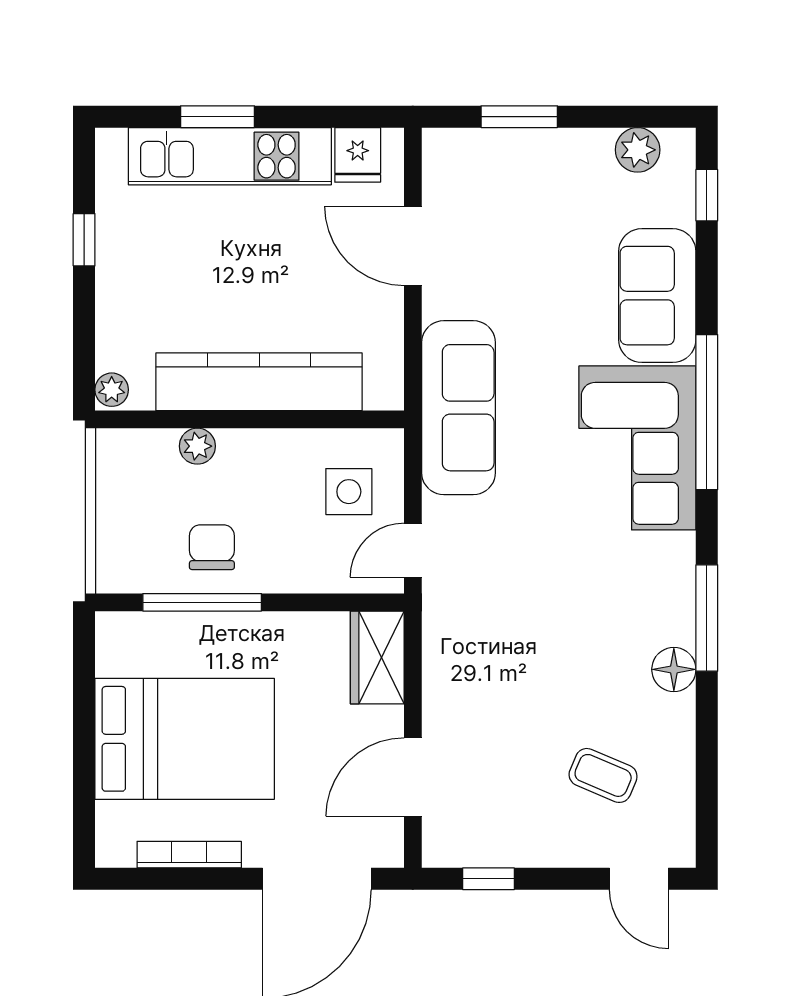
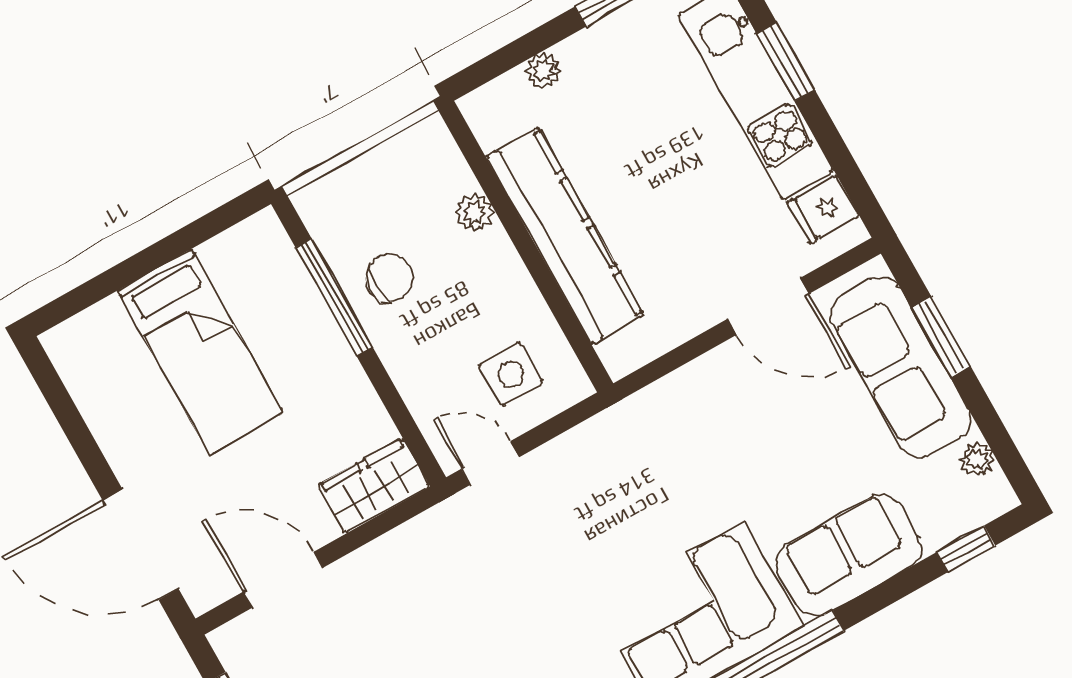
plant: (638, 150) -> (977, 459), width x0.73, depth x0.73
door: (413, 246) -> (768, 306), swing flipped
plant: (112, 390) -> (543, 71), moved
sofa: (459, 408) -> (900, 367), moved, turned 90
bed: (185, 739) -> (200, 352), width x0.67
bookcase: (189, 855) -> (97, 415), removed

